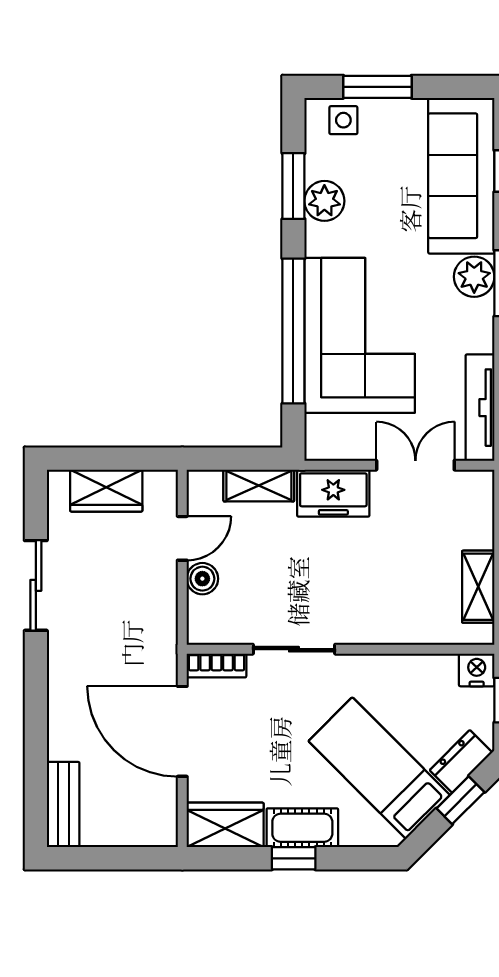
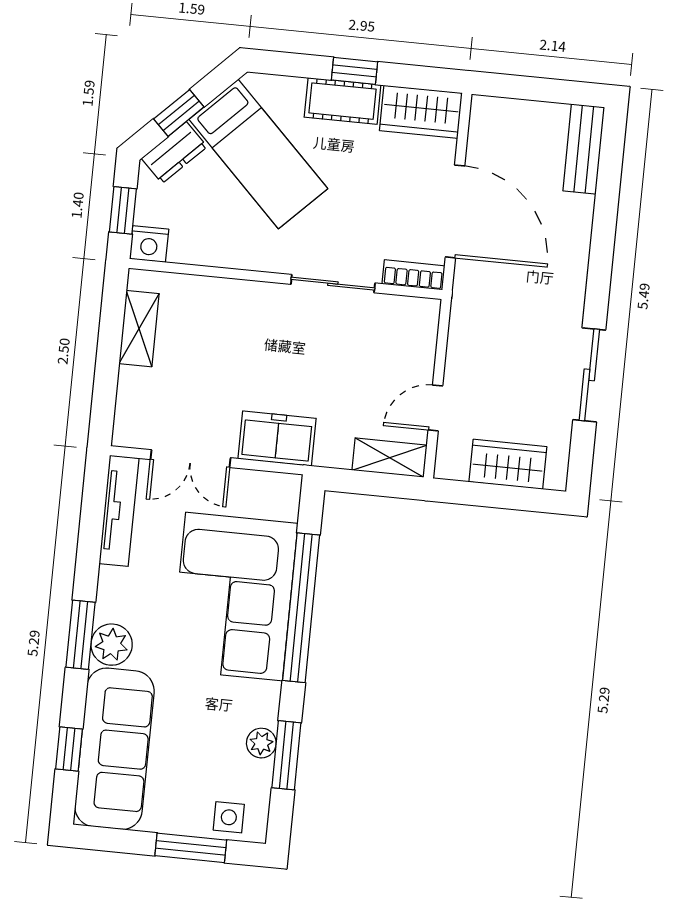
plant: (324, 201) -> (261, 743), width x0.73, depth x0.73
shelving: (259, 486) -> (389, 458), moved
boiler: (202, 579) -> (419, 365), removed

